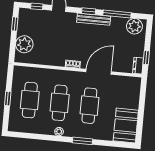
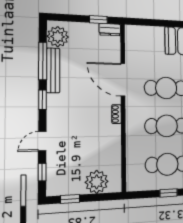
bench: (94, 19) -> (53, 70), moved

